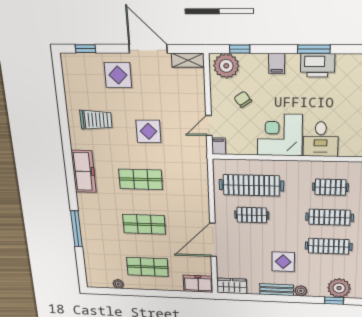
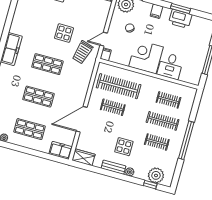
trolley: (96, 120) -> (82, 52), moved, turned 106
clothes rail: (329, 246) -> (157, 142), width x0.73

